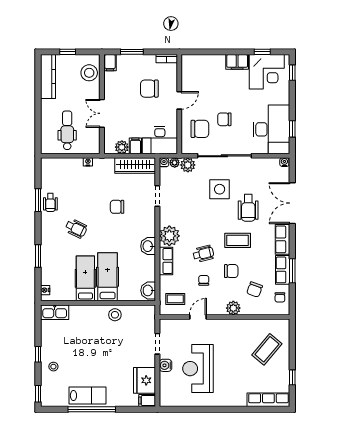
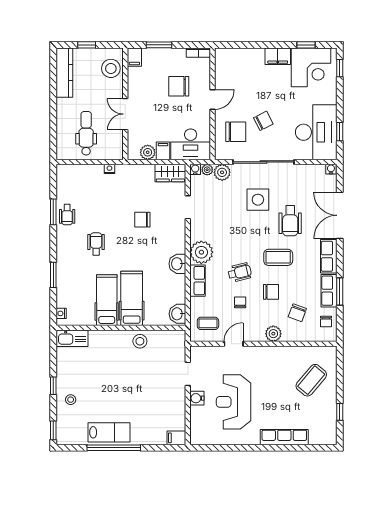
chair: (224, 119) -> (263, 121), turned 153
wardrobe: (135, 166) -> (170, 173), width x0.67
wheelchair: (76, 228) -> (96, 244), turned -116
fridge: (144, 380) -> (173, 415), removed
row of seats: (268, 400) -> (284, 437), moved

